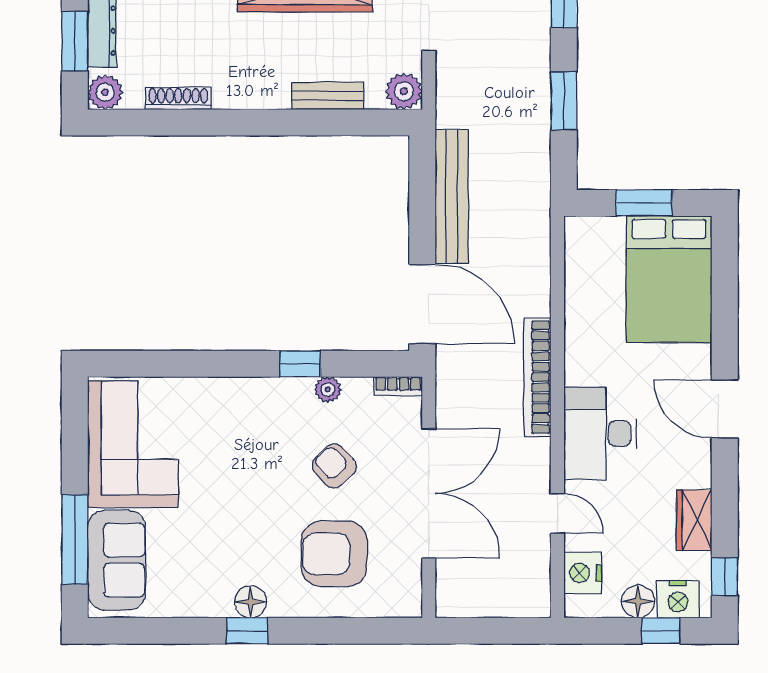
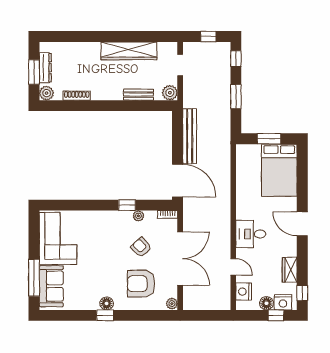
bookcase: (537, 377) -> (225, 211), removed
desk: (600, 434) -> (251, 234), width x0.73
plant: (409, 602) -> (172, 304), added

